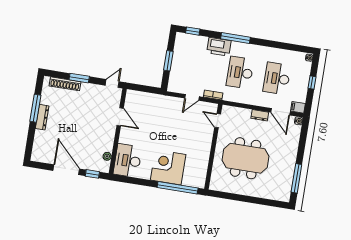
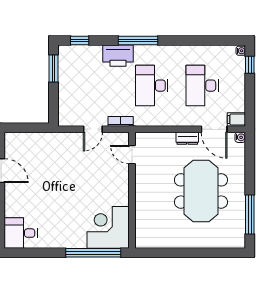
window: (168, 61) -> (54, 68), moved
window: (312, 83) -> (250, 65), moved
meeting table: (246, 158) -> (201, 191), moved, turned 90
desk: (128, 161) -> (21, 233), width x0.73
corner desk: (168, 167) -> (108, 227), moved

